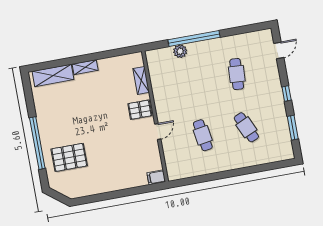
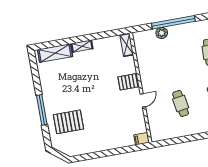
shelving: (141, 80) -> (127, 45), moved
window: (37, 143) -> (42, 110), width x0.68

